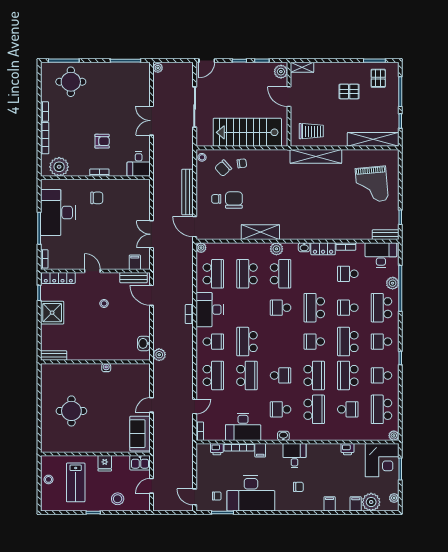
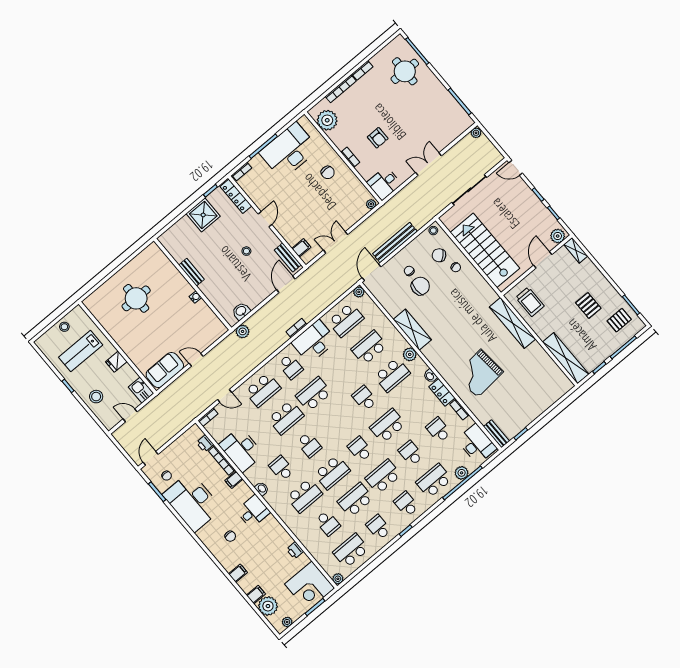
grand piano: (372, 184) -> (479, 373), moved
plant: (146, 186) -> (371, 204), added
bench: (54, 356) -> (192, 272), moved

